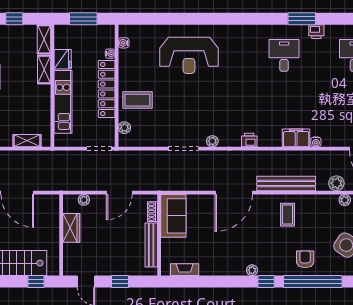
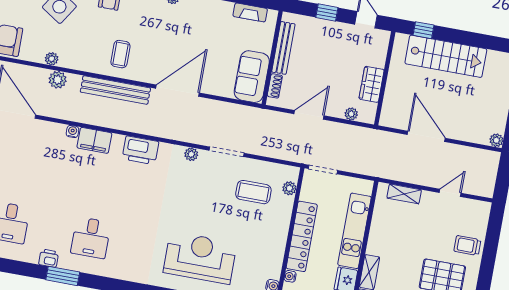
coffee table: (137, 100) -> (253, 192), moved
printer: (249, 140) -> (140, 150), width x1.87, depth x1.48

